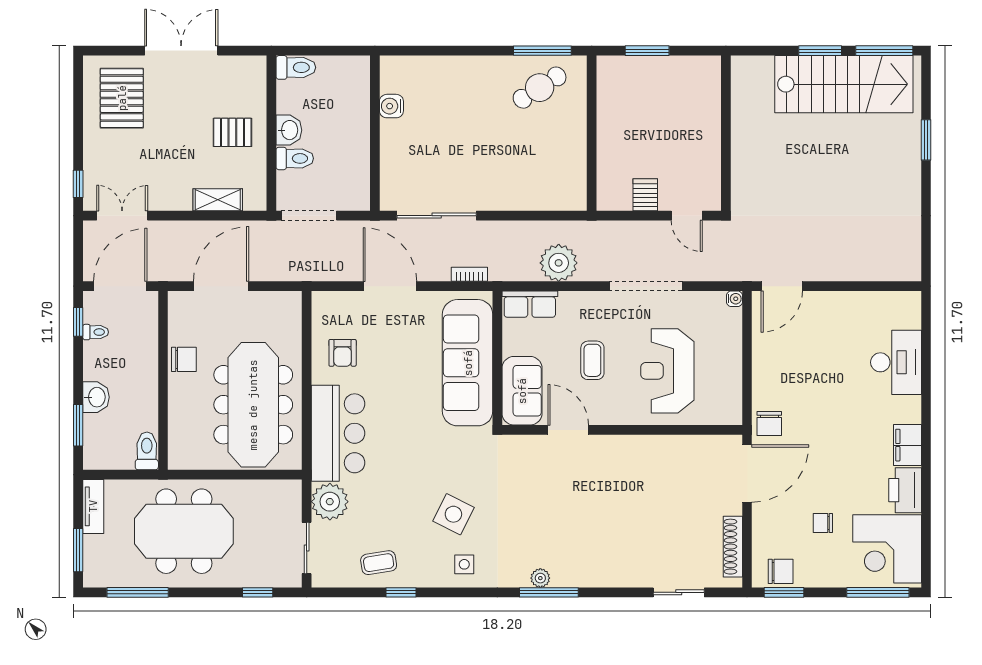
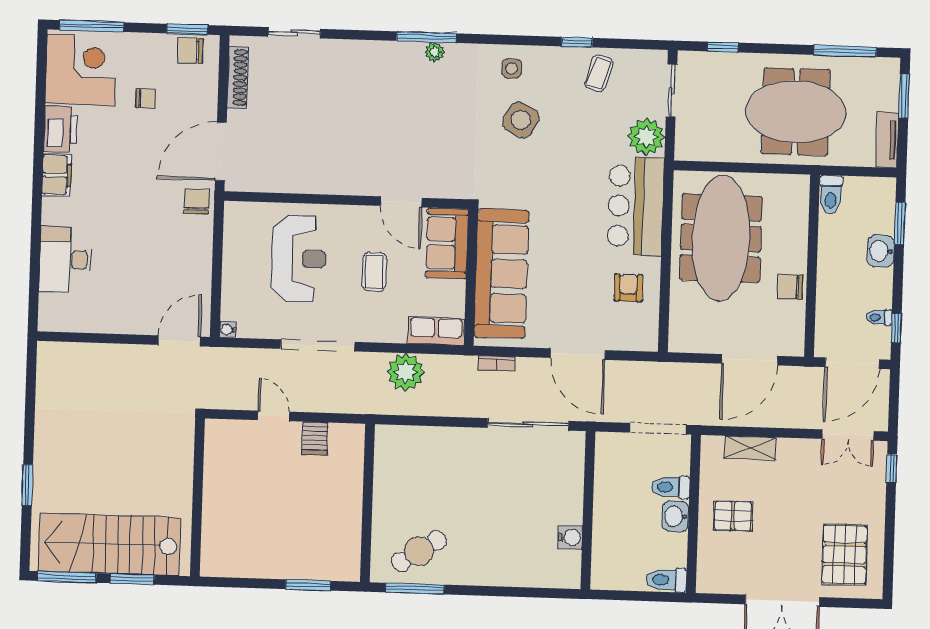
wall: (726, 133) -> (197, 497), moved
coffee table: (379, 563) -> (599, 73), turned -64

